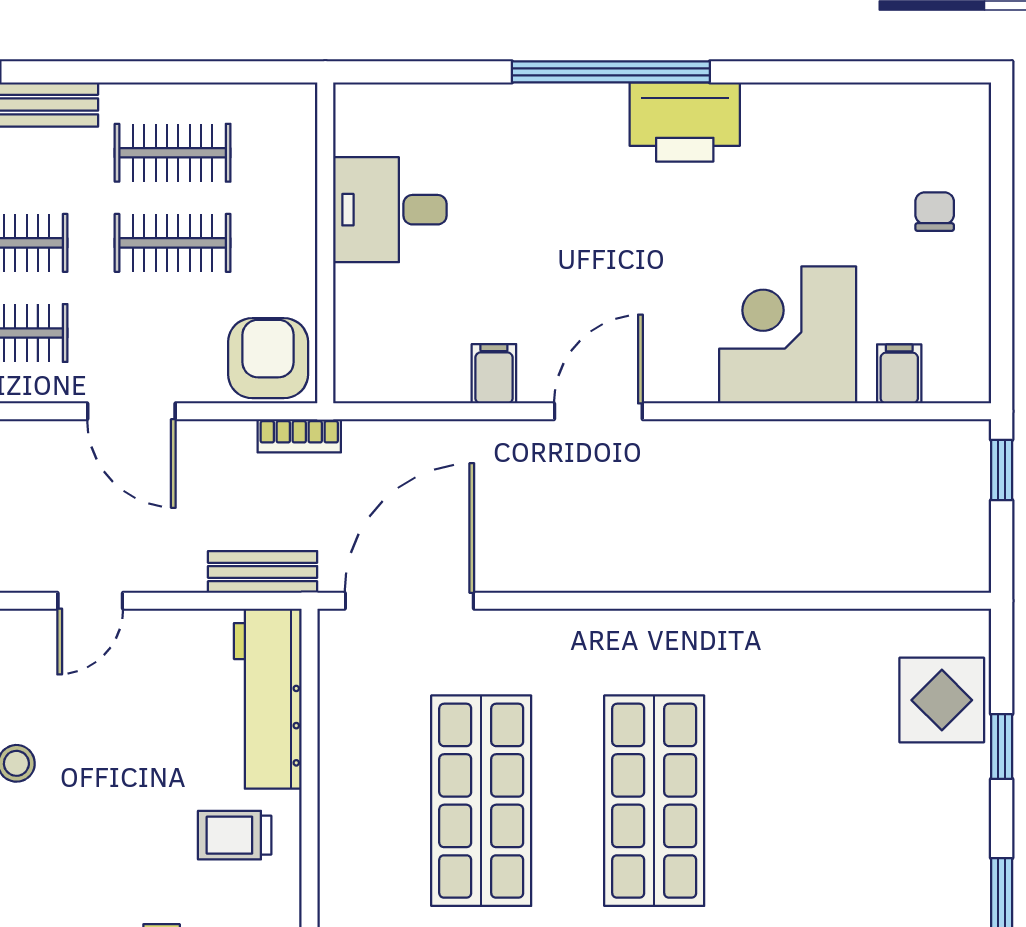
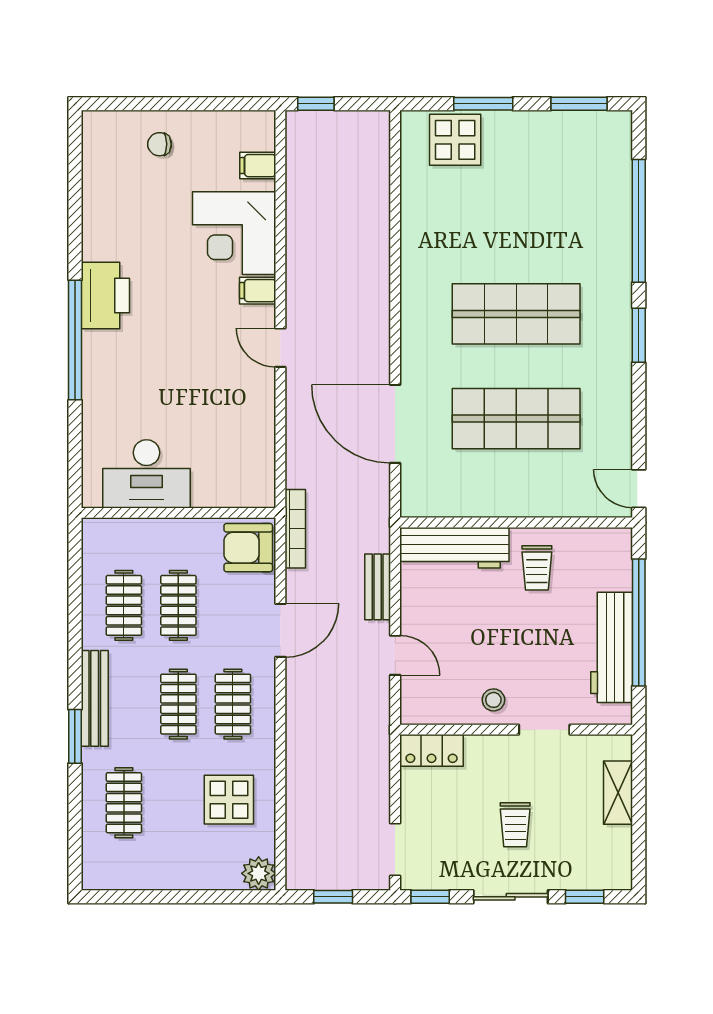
desk: (390, 210) -> (147, 474), width x1.37
filing cabinet: (494, 374) -> (258, 291), moved
door: (598, 411) -> (280, 348), width x0.73
bookcase: (299, 436) -> (295, 529), width x1.56
bench: (263, 572) -> (378, 587), moved
door: (409, 601) -> (395, 424), moved
window: (1002, 747) -> (483, 104), width x1.50

